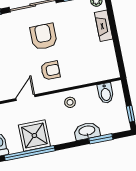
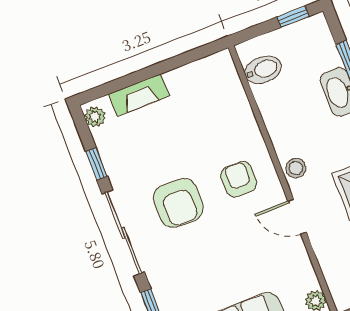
armchair: (44, 37) -> (178, 203), turned -90
stool: (70, 102) -> (296, 168), moved

